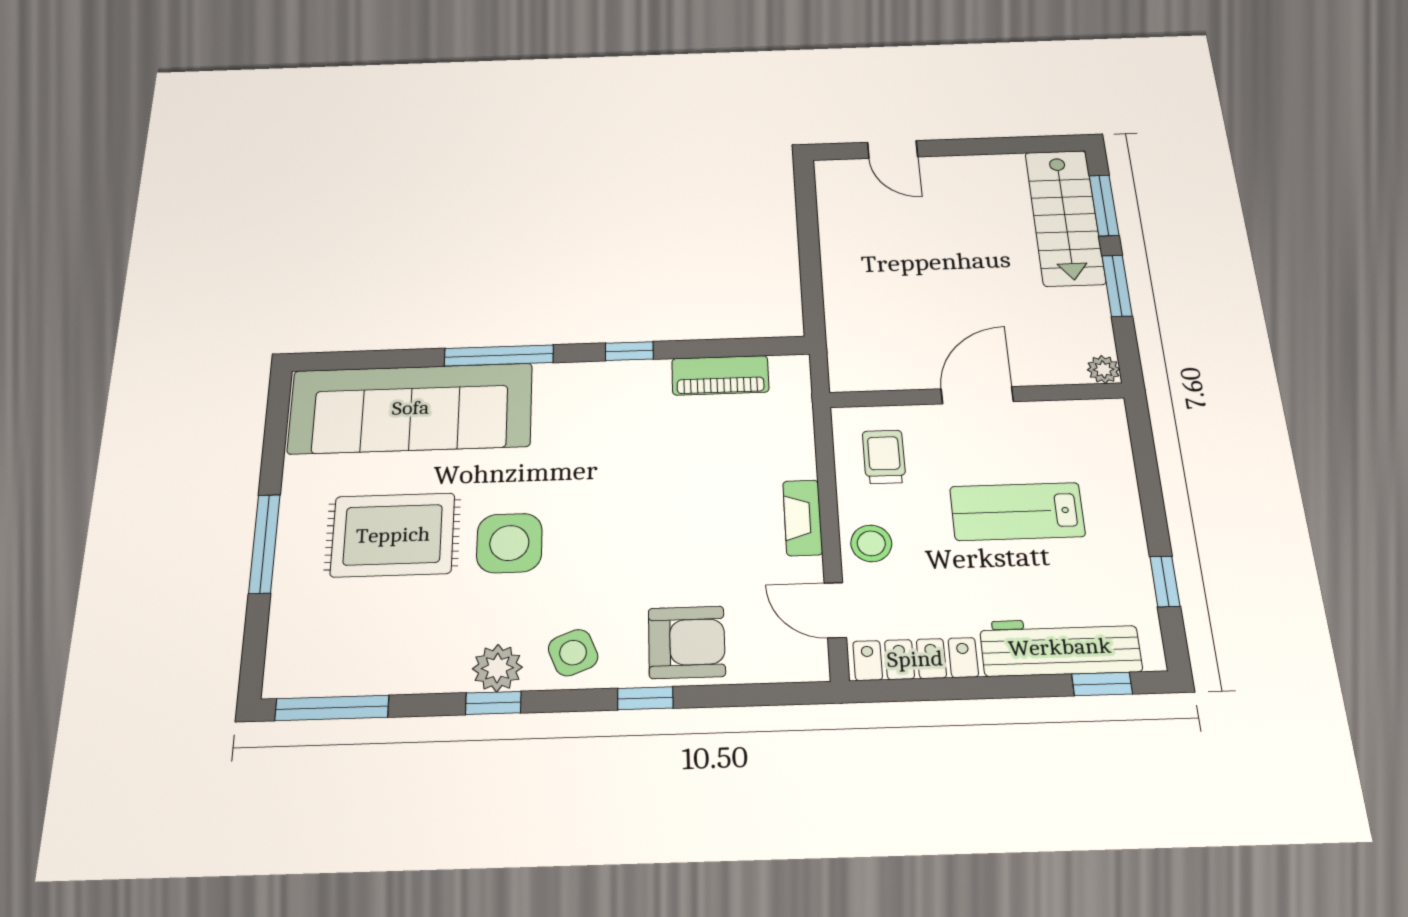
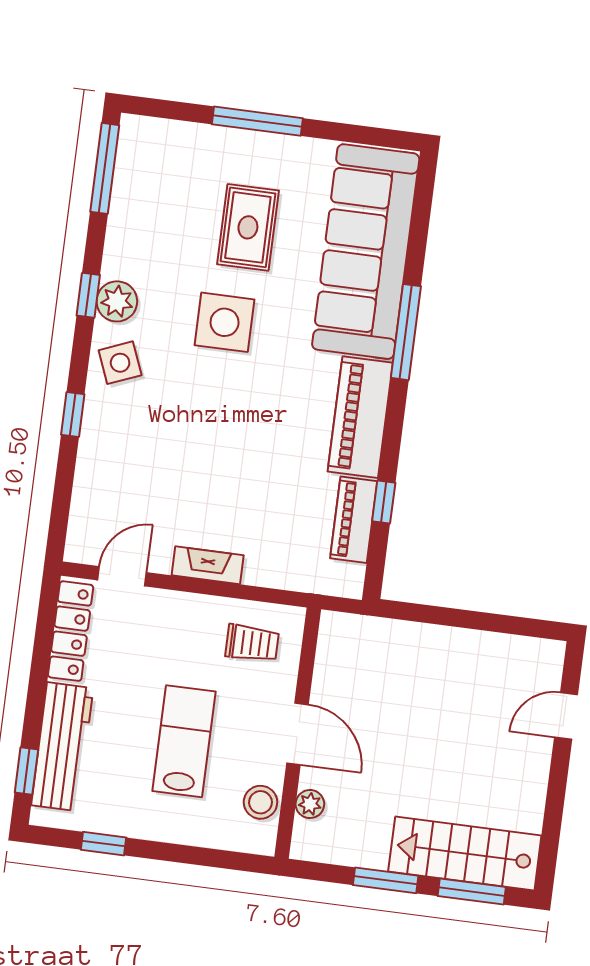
window: (629, 351) -> (384, 502), moved
plant: (1103, 369) -> (310, 804), moved
piano: (602, 386) -> (360, 417), added
rug: (393, 535) -> (248, 227), width x0.73, depth x0.70
stool: (871, 543) -> (260, 802), moved
armchair: (687, 642) -> (114, 454), removed

